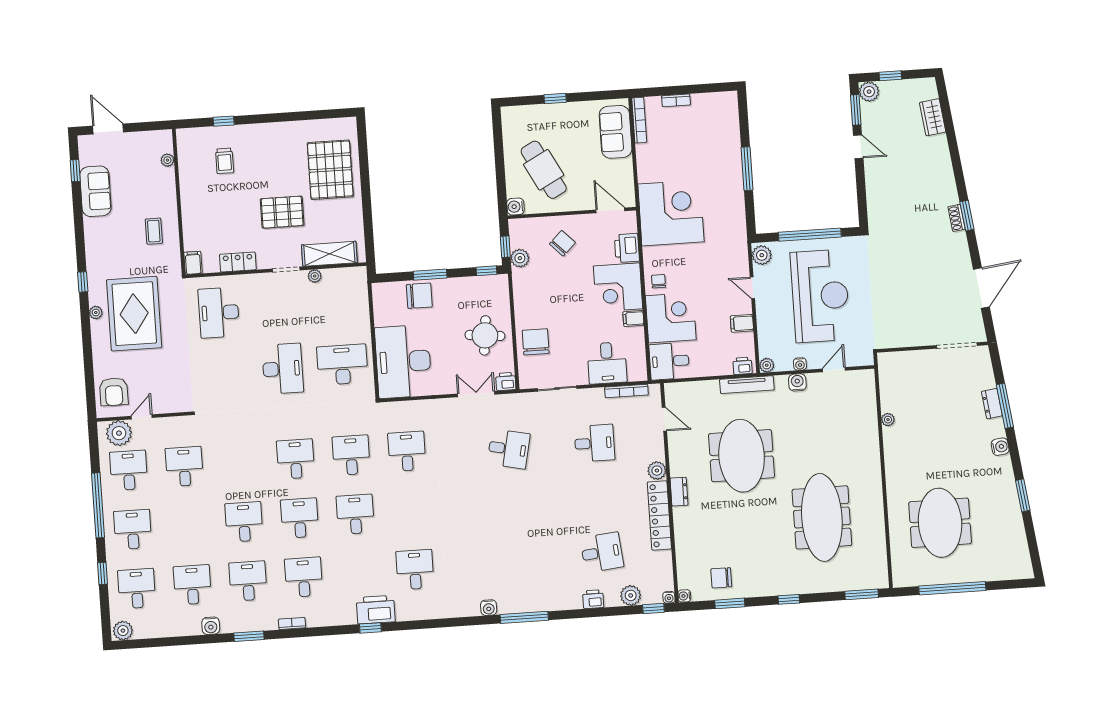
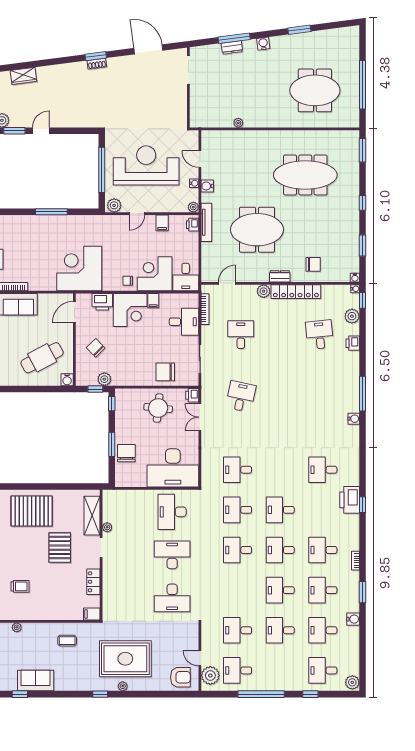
desk: (219, 313) -> (172, 598), moved
desk: (133, 529) -> (280, 630), moved
chair: (721, 578) -> (313, 264), moved, turned -90

